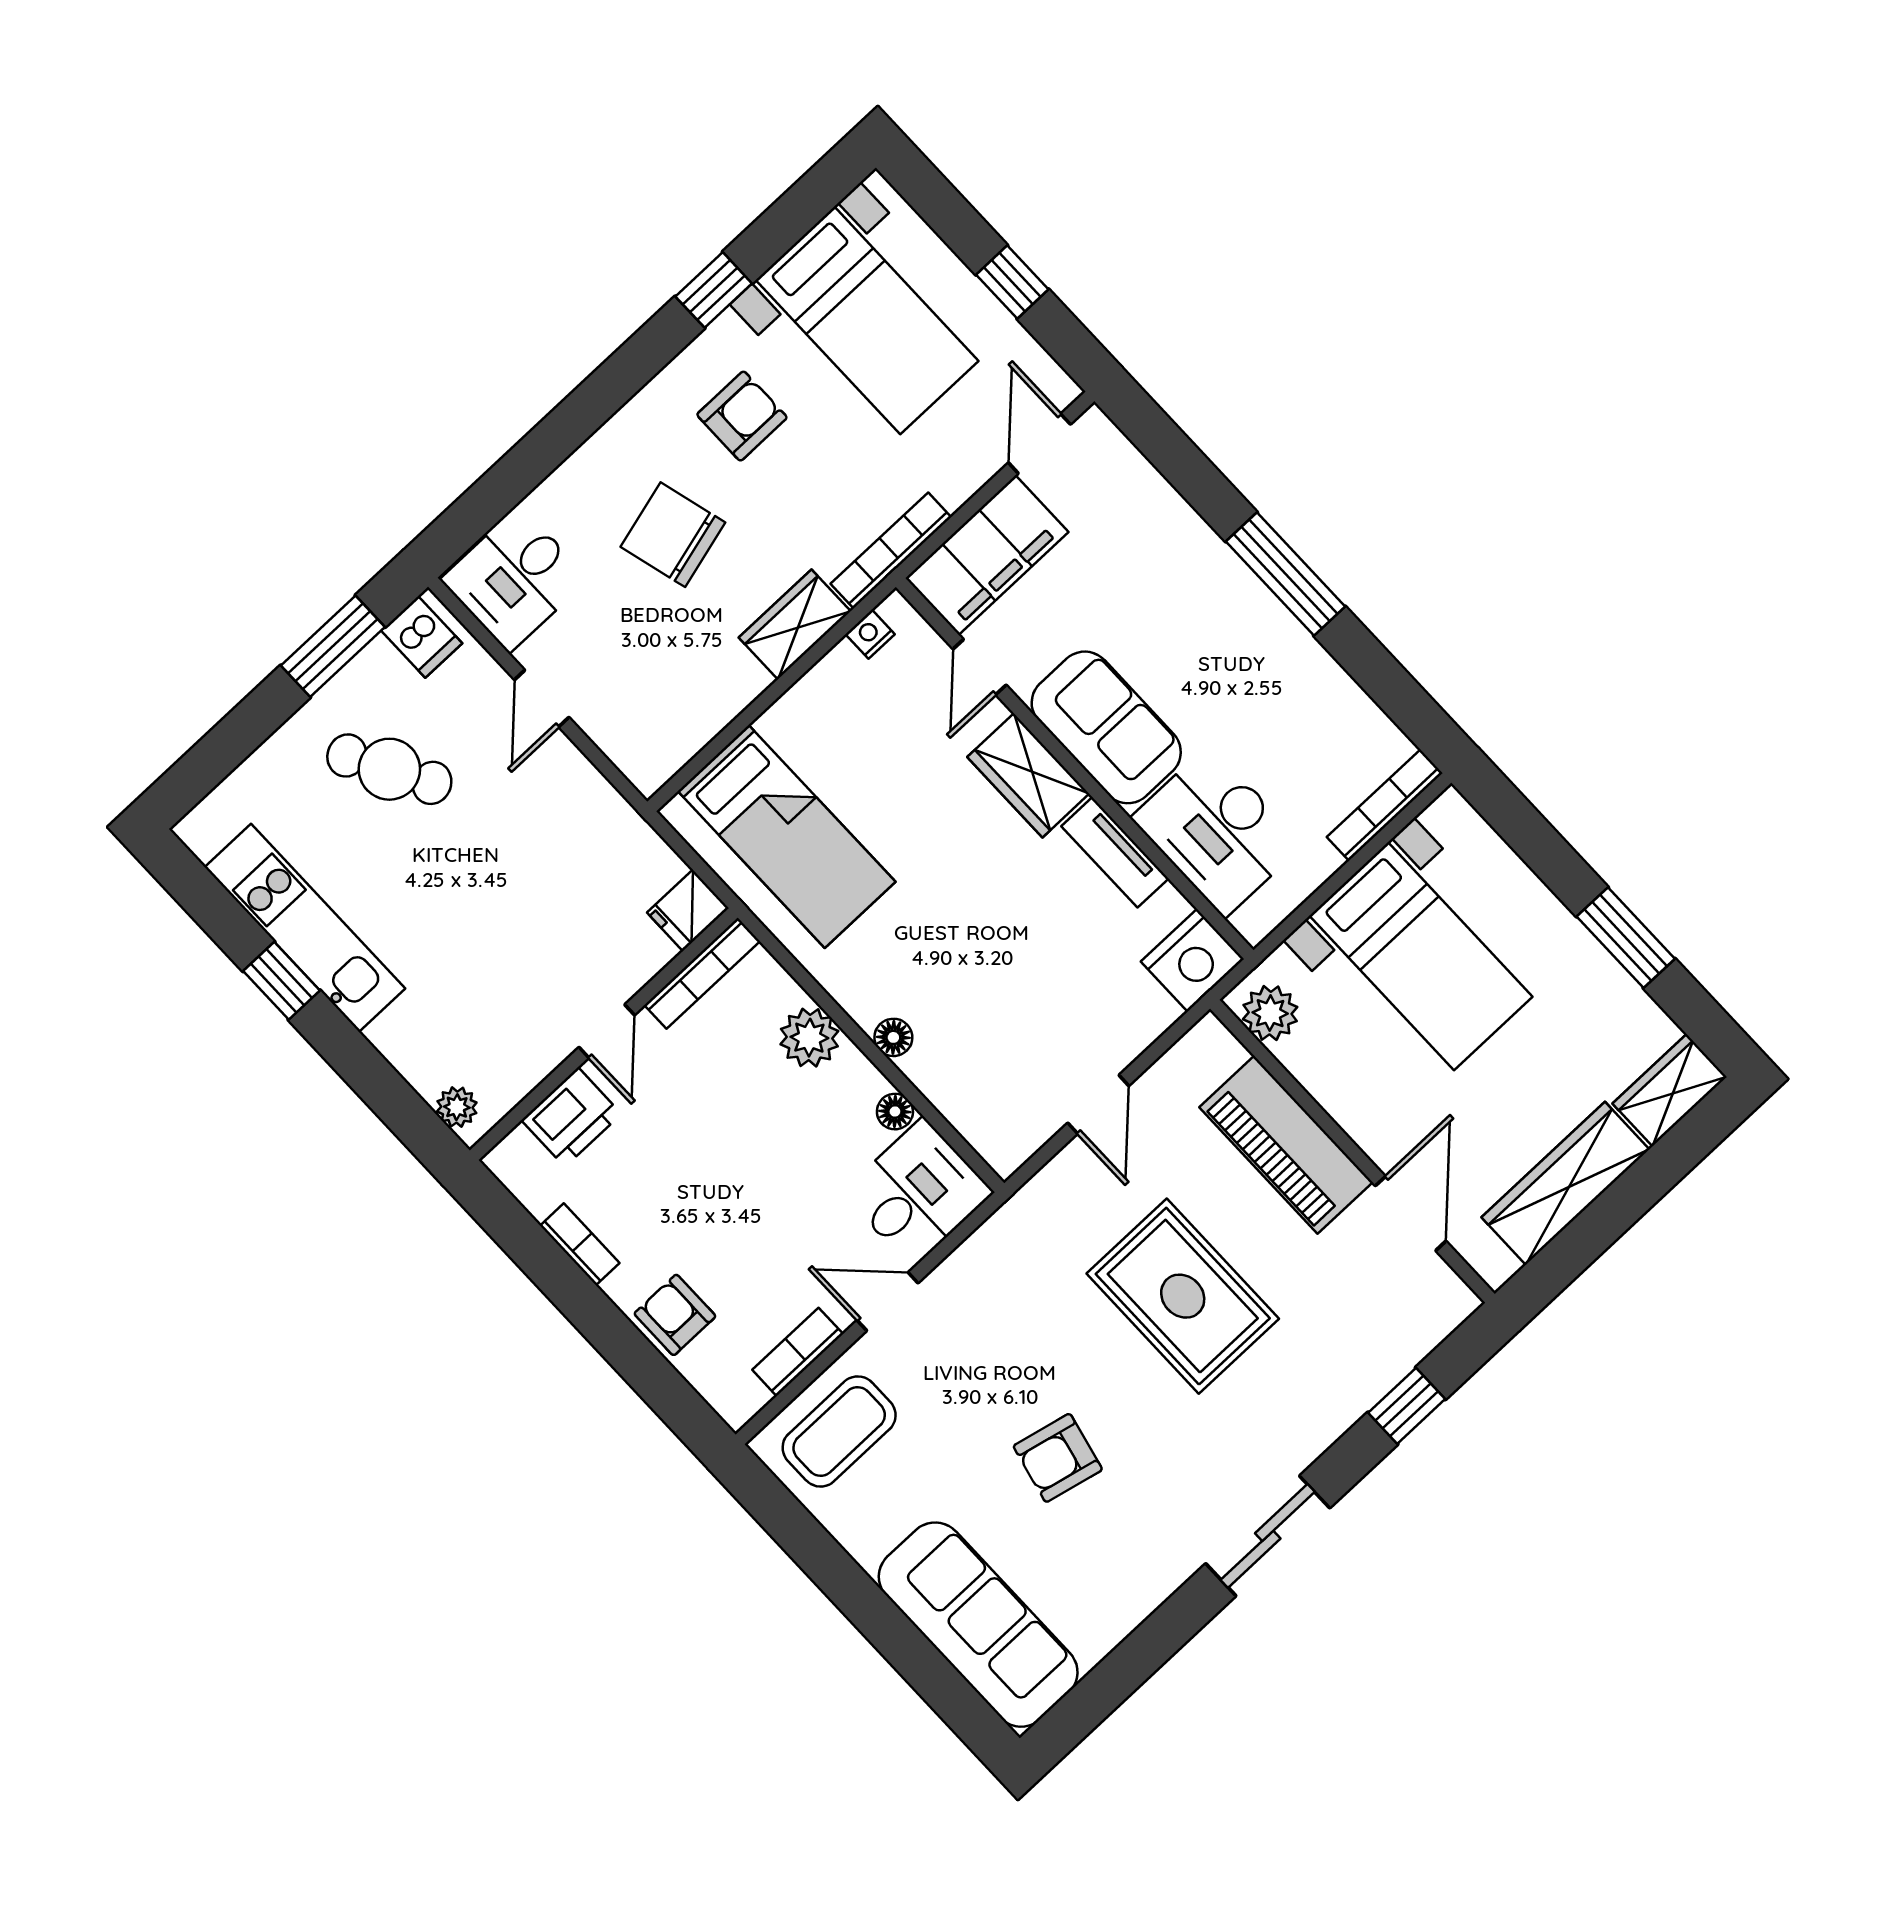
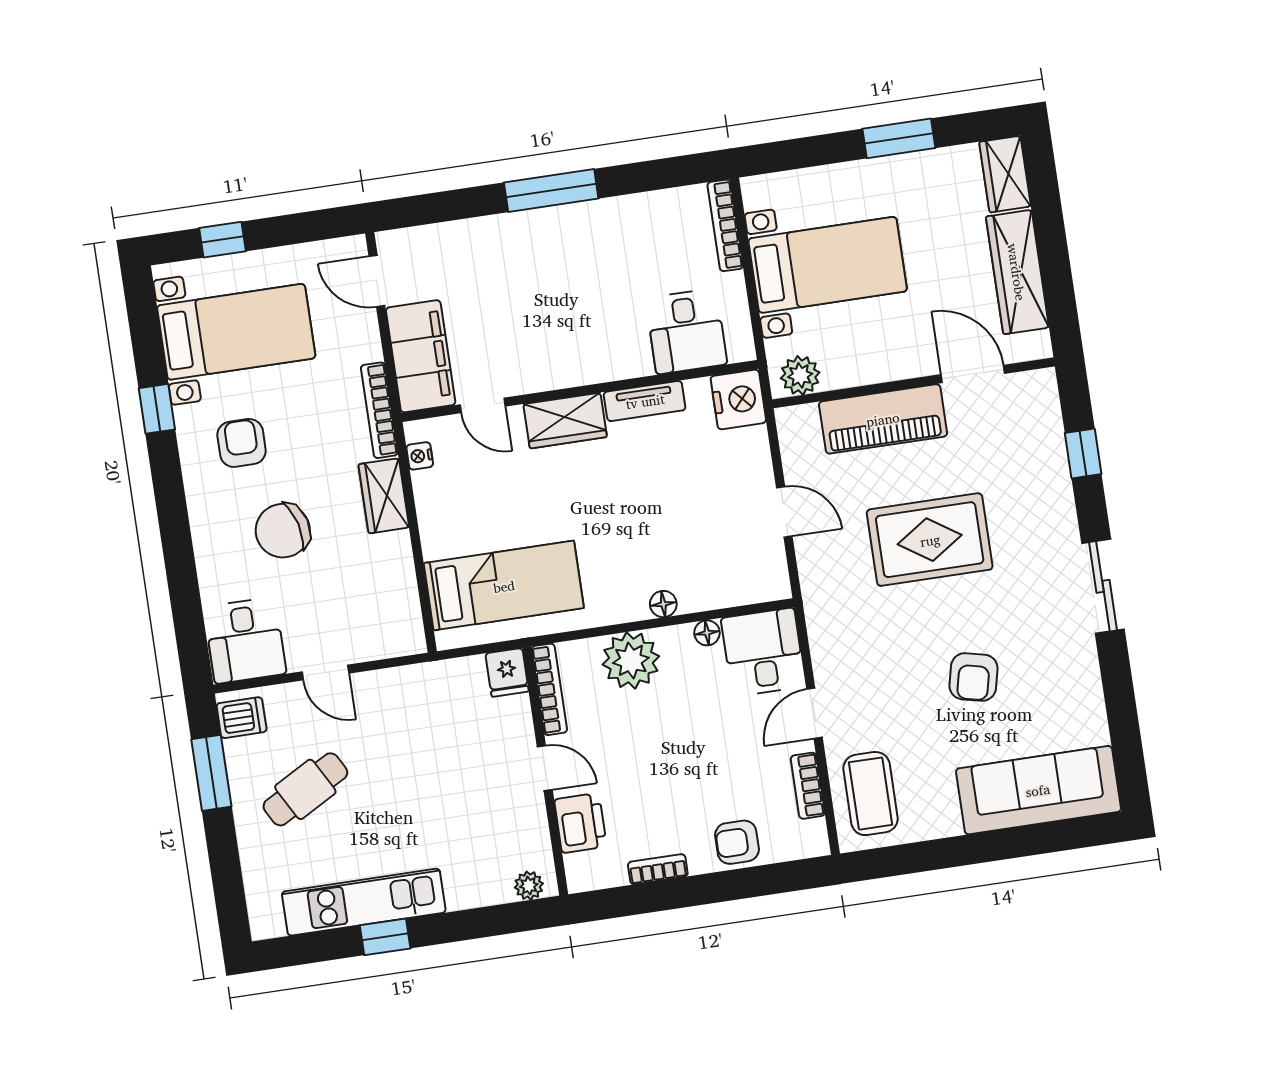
window: (1012, 282) -> (222, 240), moved
sofa: (1106, 727) -> (568, 356), removed
desk: (1217, 831) -> (686, 331), width x0.73
plant: (809, 1038) -> (631, 660), width x1.36, depth x1.36

